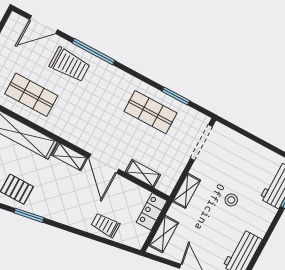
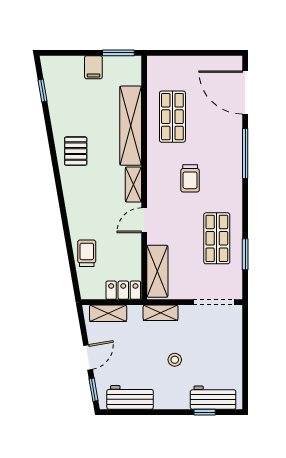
door: (43, 25) -> (245, 92), width x1.36
trolley: (70, 65) -> (190, 178), moved, width x0.73, depth x0.72
door: (104, 164) -> (144, 220), width x0.73
shelving: (143, 173) -> (157, 271), width x1.50, depth x1.33
window: (29, 215) -> (57, 176), removed

